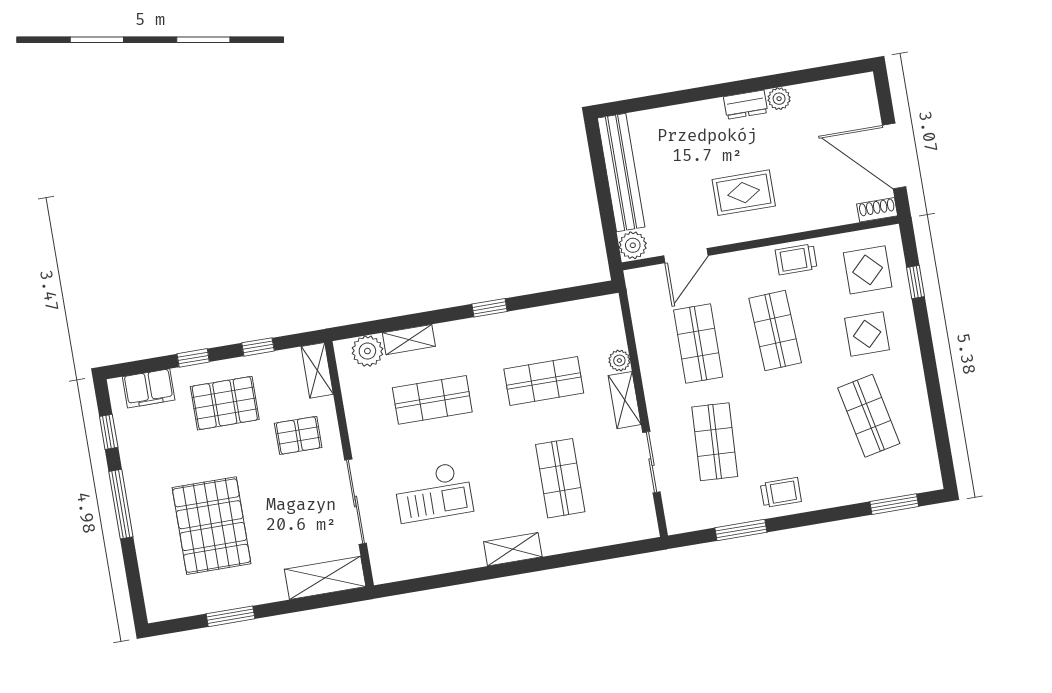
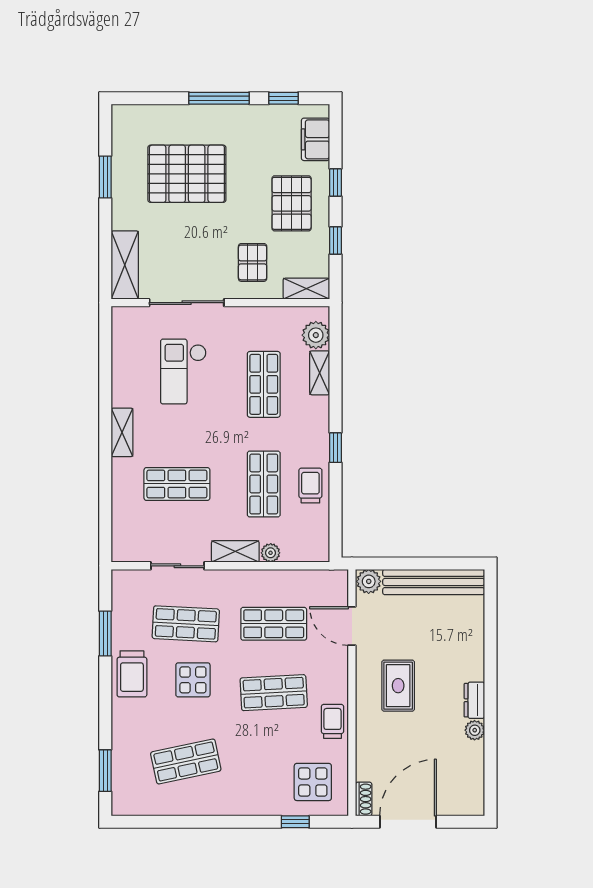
trolley: (537, 329) -> (310, 486), added
display table: (867, 334) -> (193, 680), moved
trolley: (781, 493) -> (132, 674), width x1.36, depth x1.39

